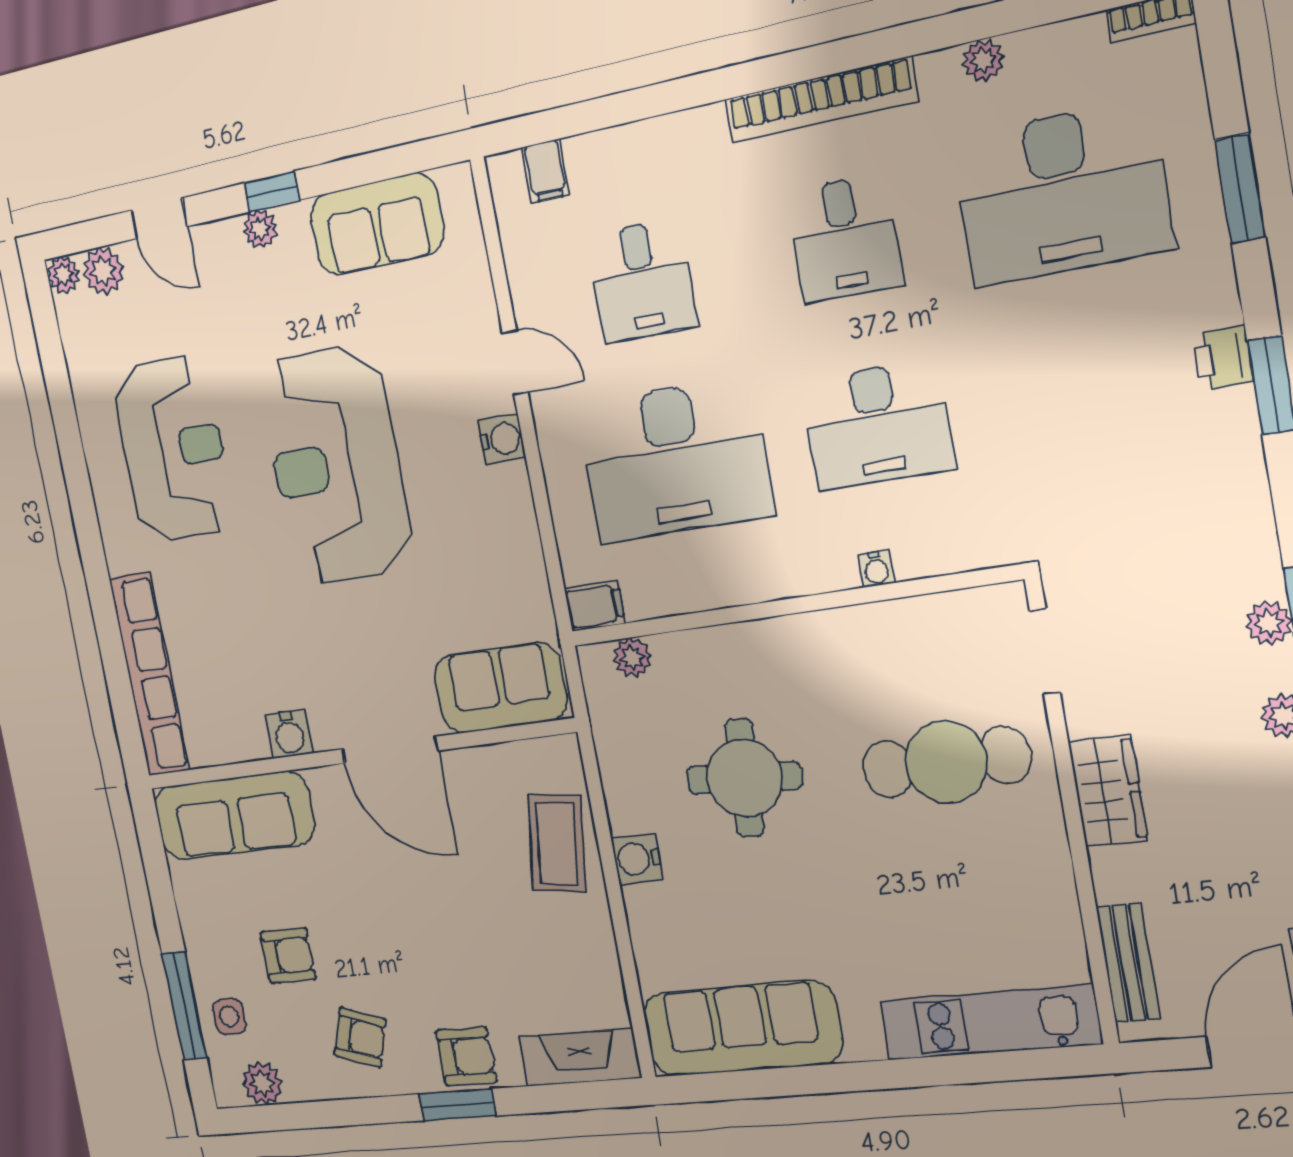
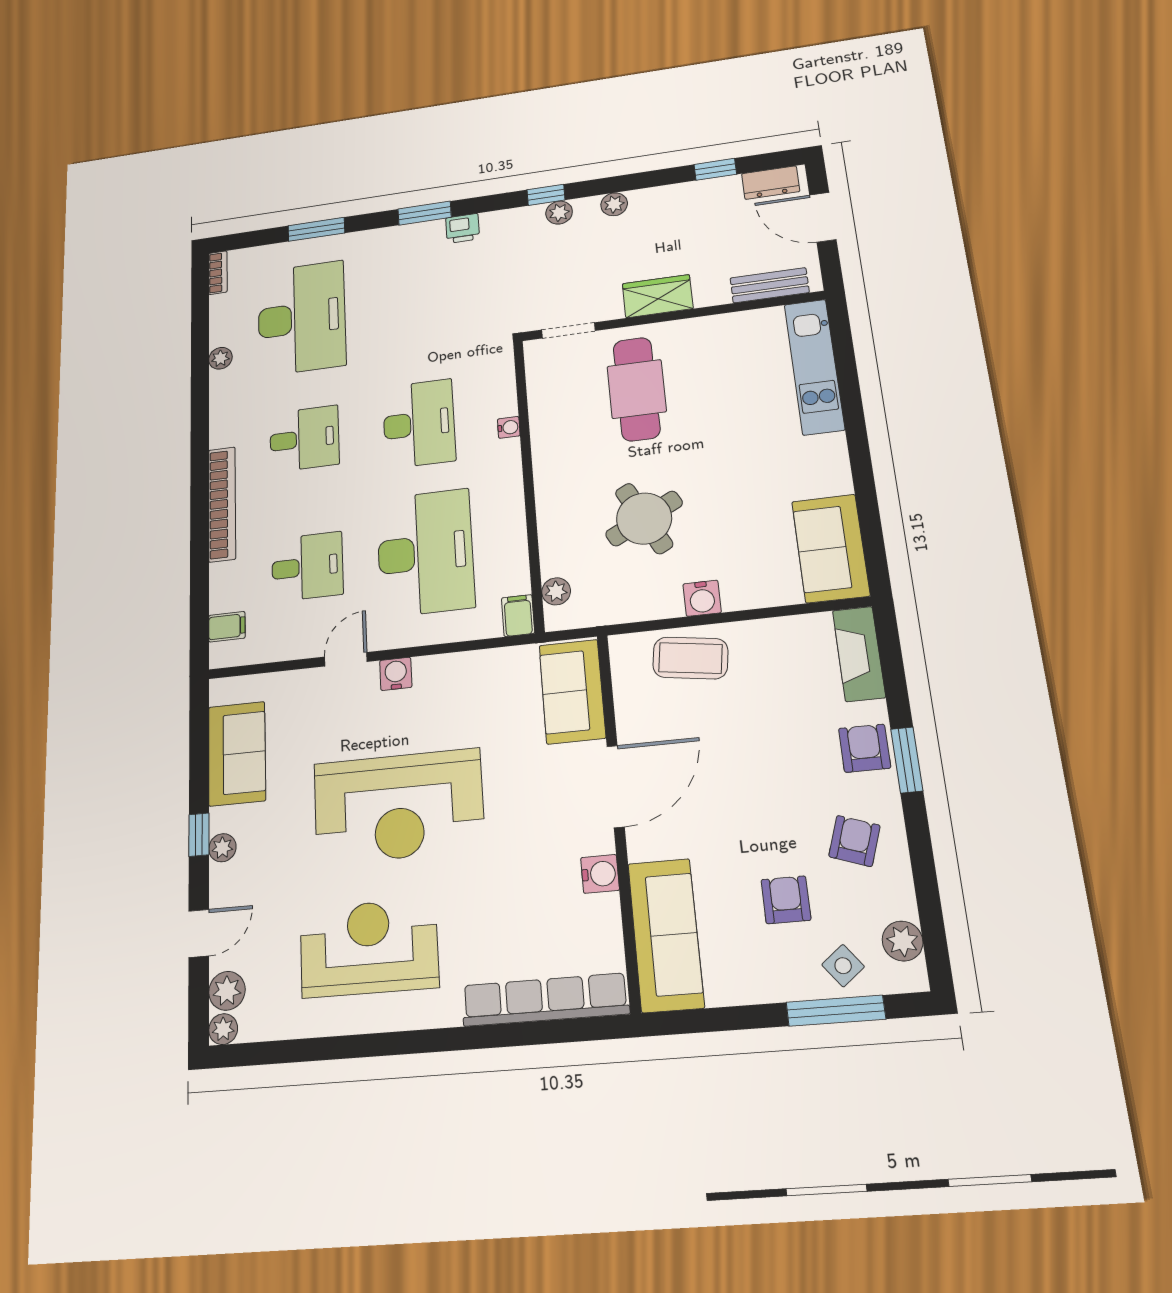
bookcase: (821, 100) -> (222, 504), moved
printer: (1223, 358) -> (463, 228), moved
round table: (744, 778) -> (644, 518), turned -31
side table: (229, 1016) -> (843, 966), turned -38
sofa: (742, 1028) -> (831, 548), width x0.73

